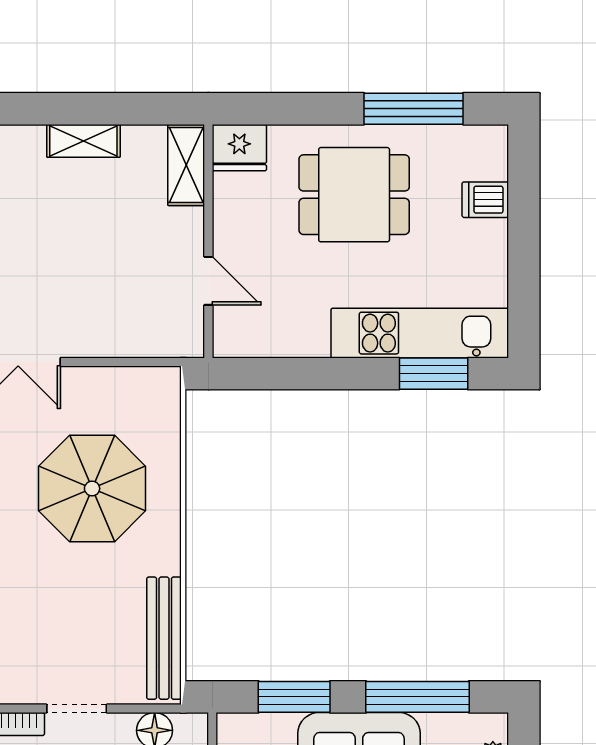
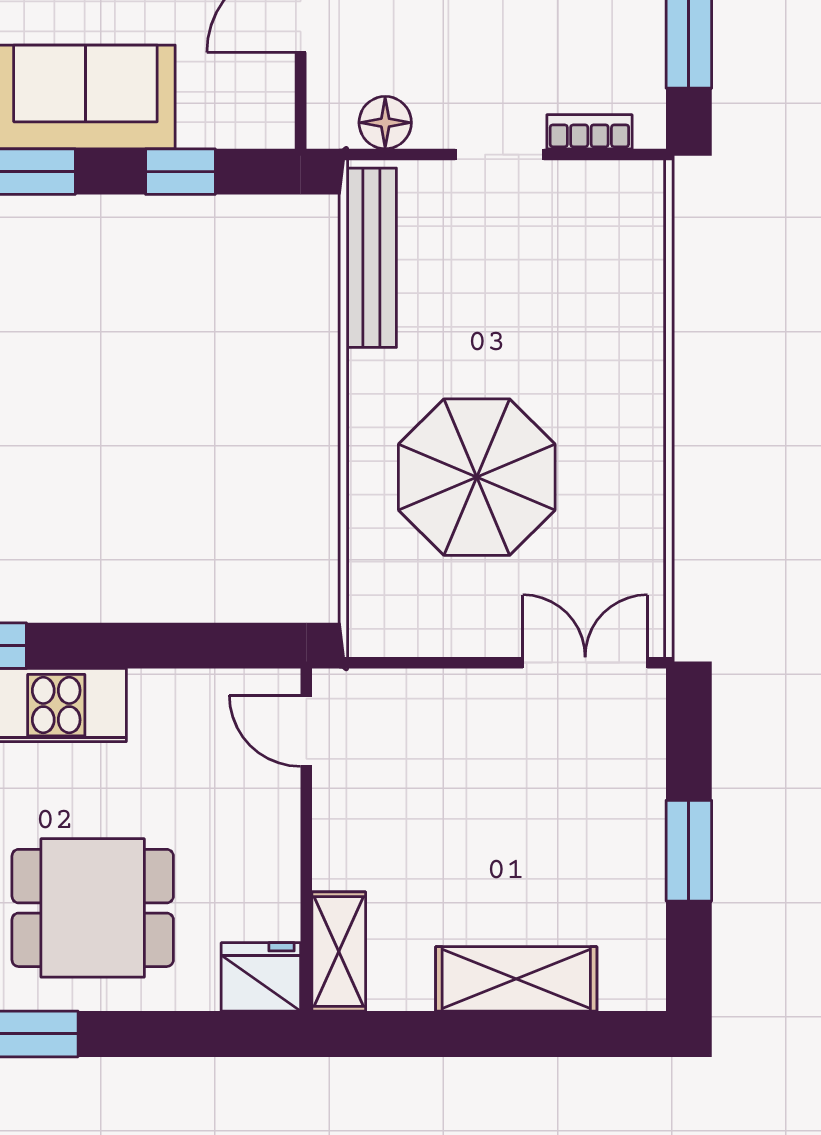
shelving: (83, 141) -> (516, 979), width x1.50, depth x1.33
door: (208, 281) -> (306, 731), moved
window: (294, 697) -> (180, 172), width x0.67

